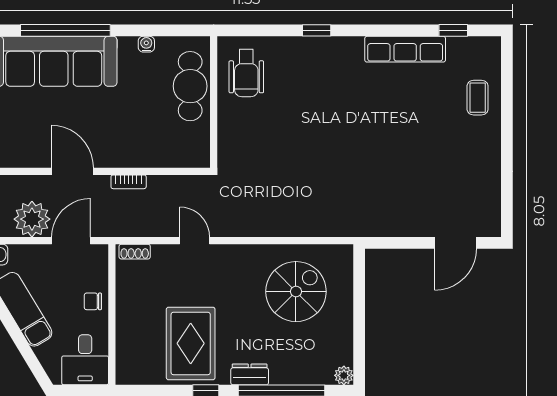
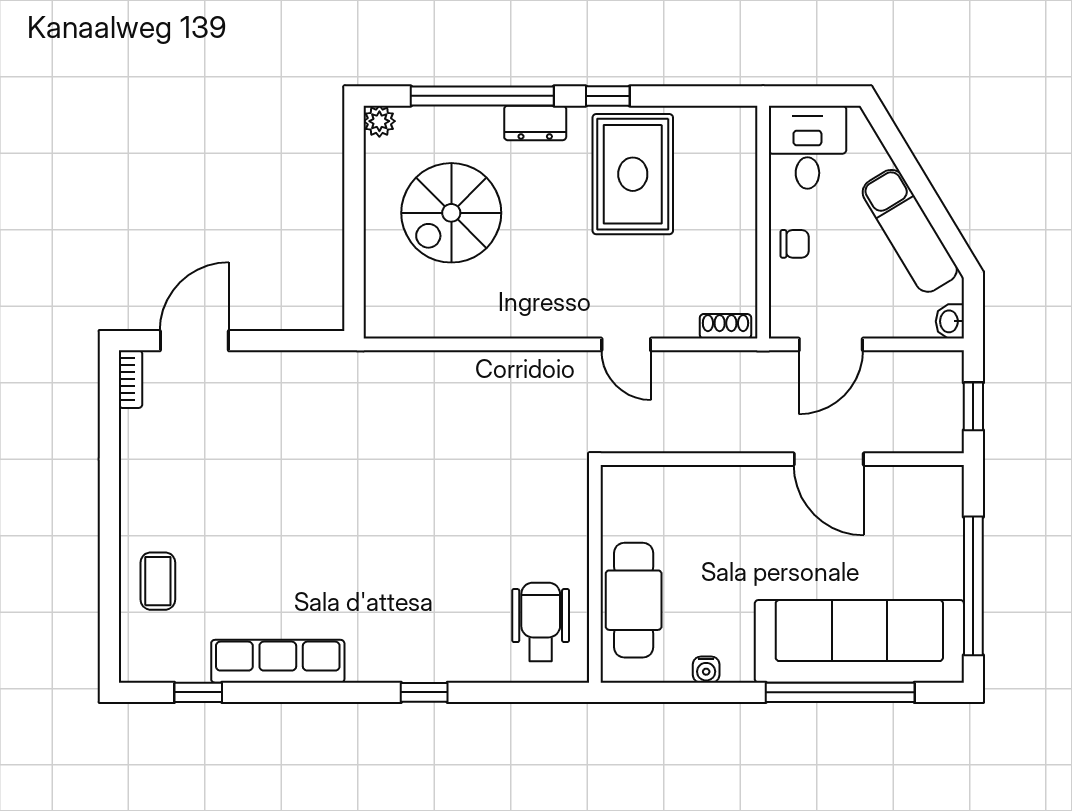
bookcase: (129, 182) -> (131, 379), moved, turned 90
plant: (32, 219) -> (895, 380), removed
spiral stairs: (296, 292) -> (451, 213), moved

